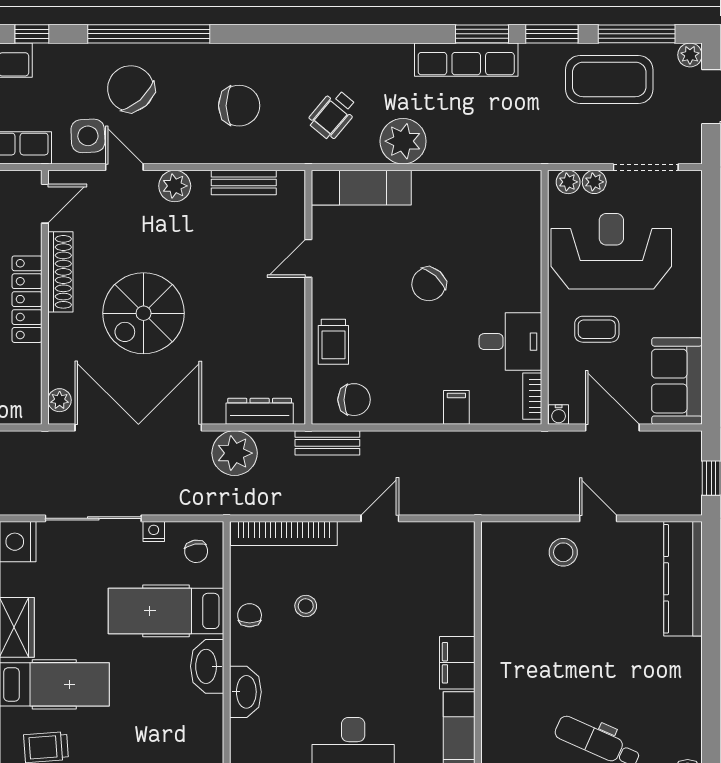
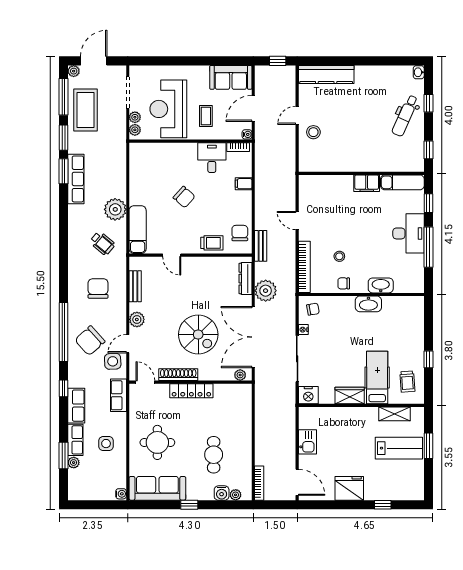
hospital bed: (166, 611) -> (342, 324), removed

